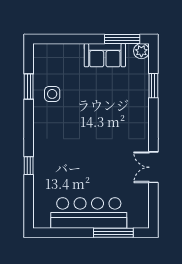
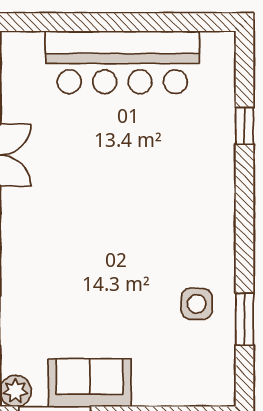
window: (29, 166) -> (244, 126), moved
window: (113, 233) -> (72, 22), removed

